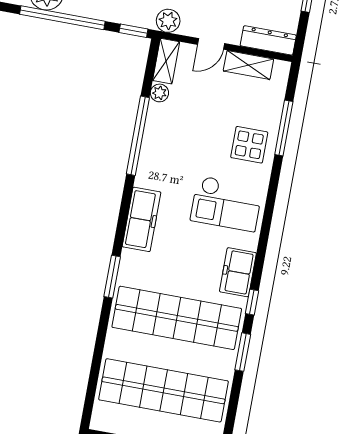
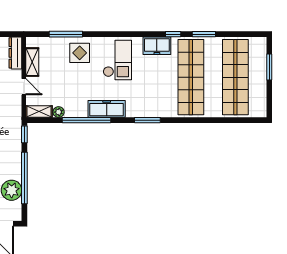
plant: (168, 21) -> (15, 115), removed
freezer: (142, 219) -> (107, 109), moved
window: (112, 277) -> (147, 120), moved

